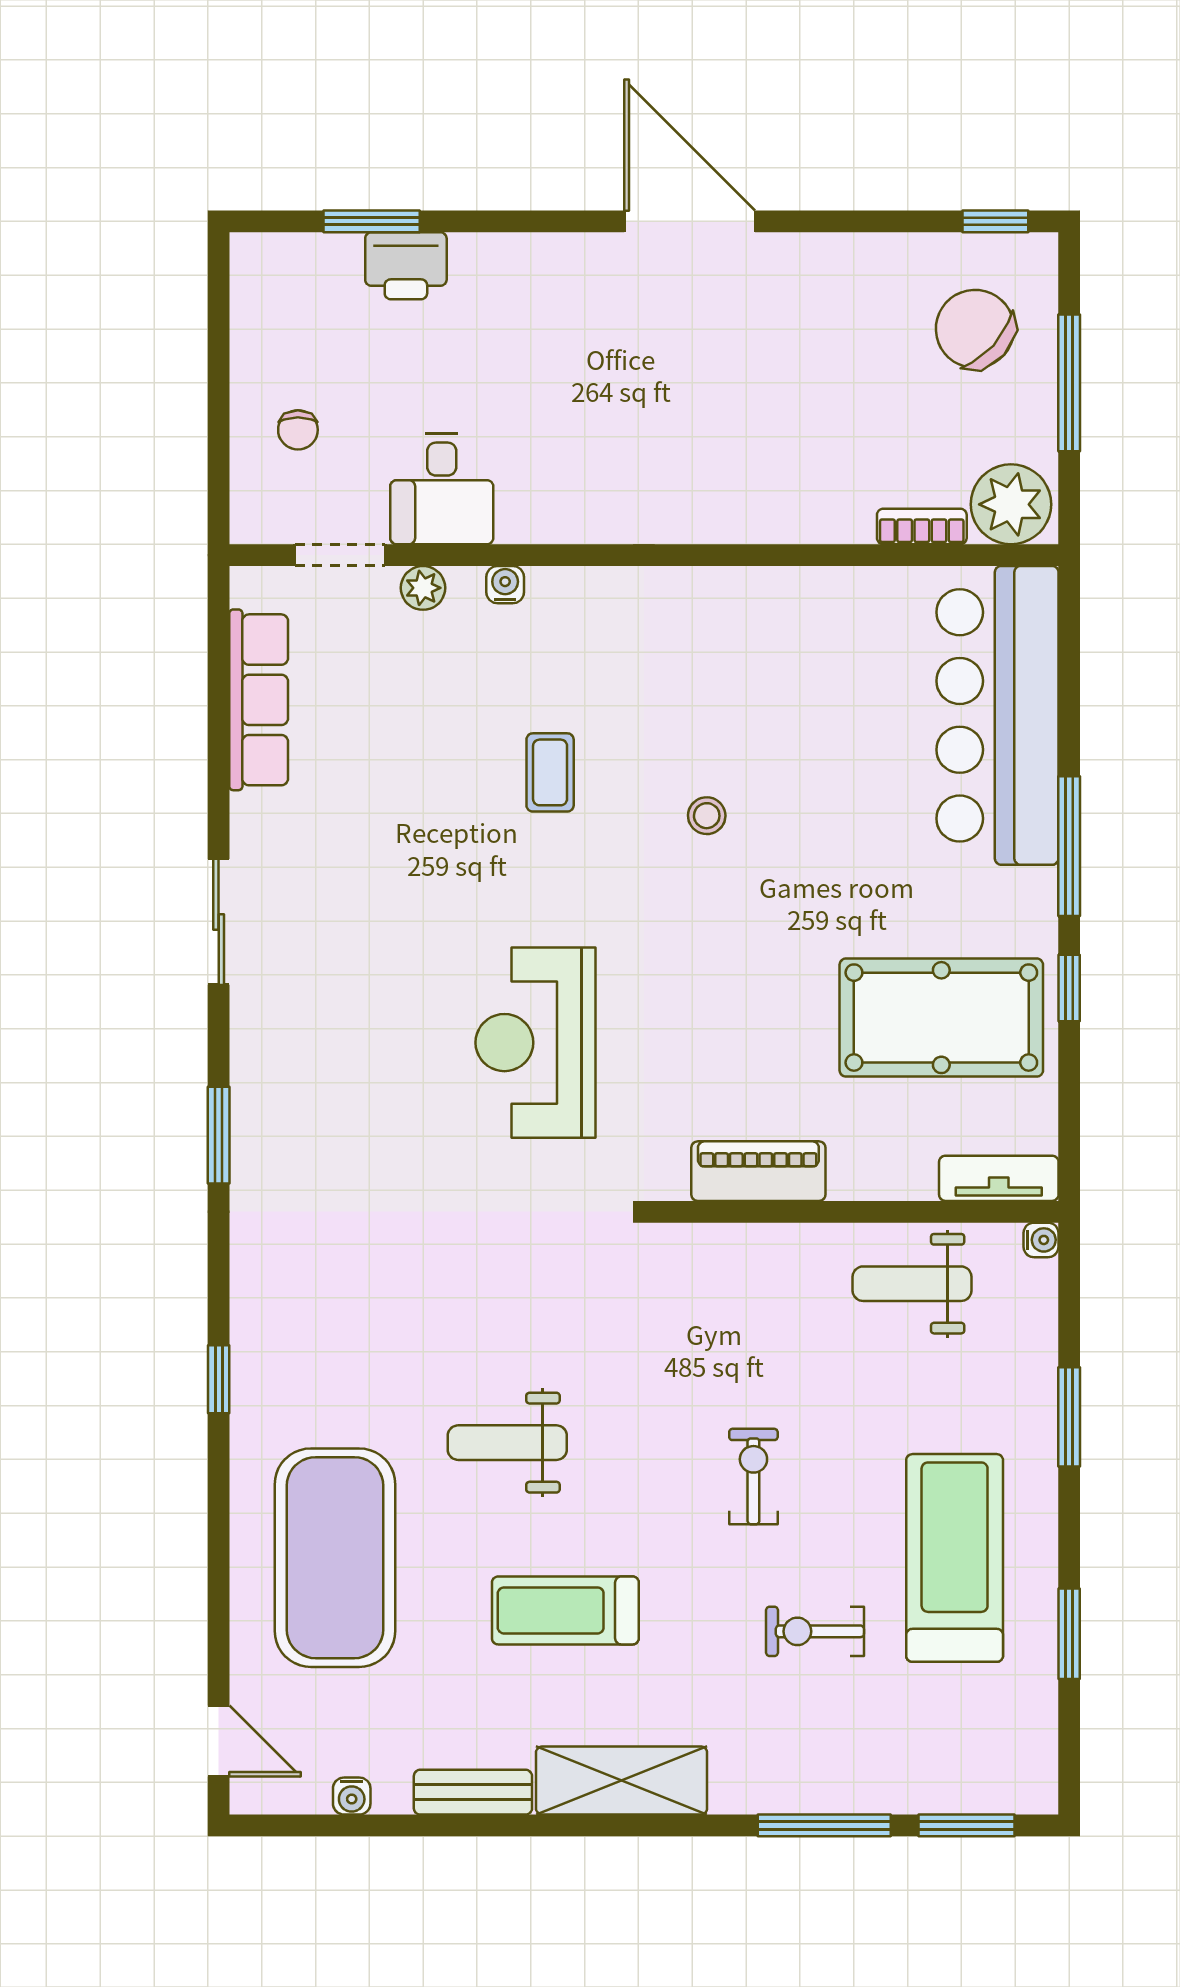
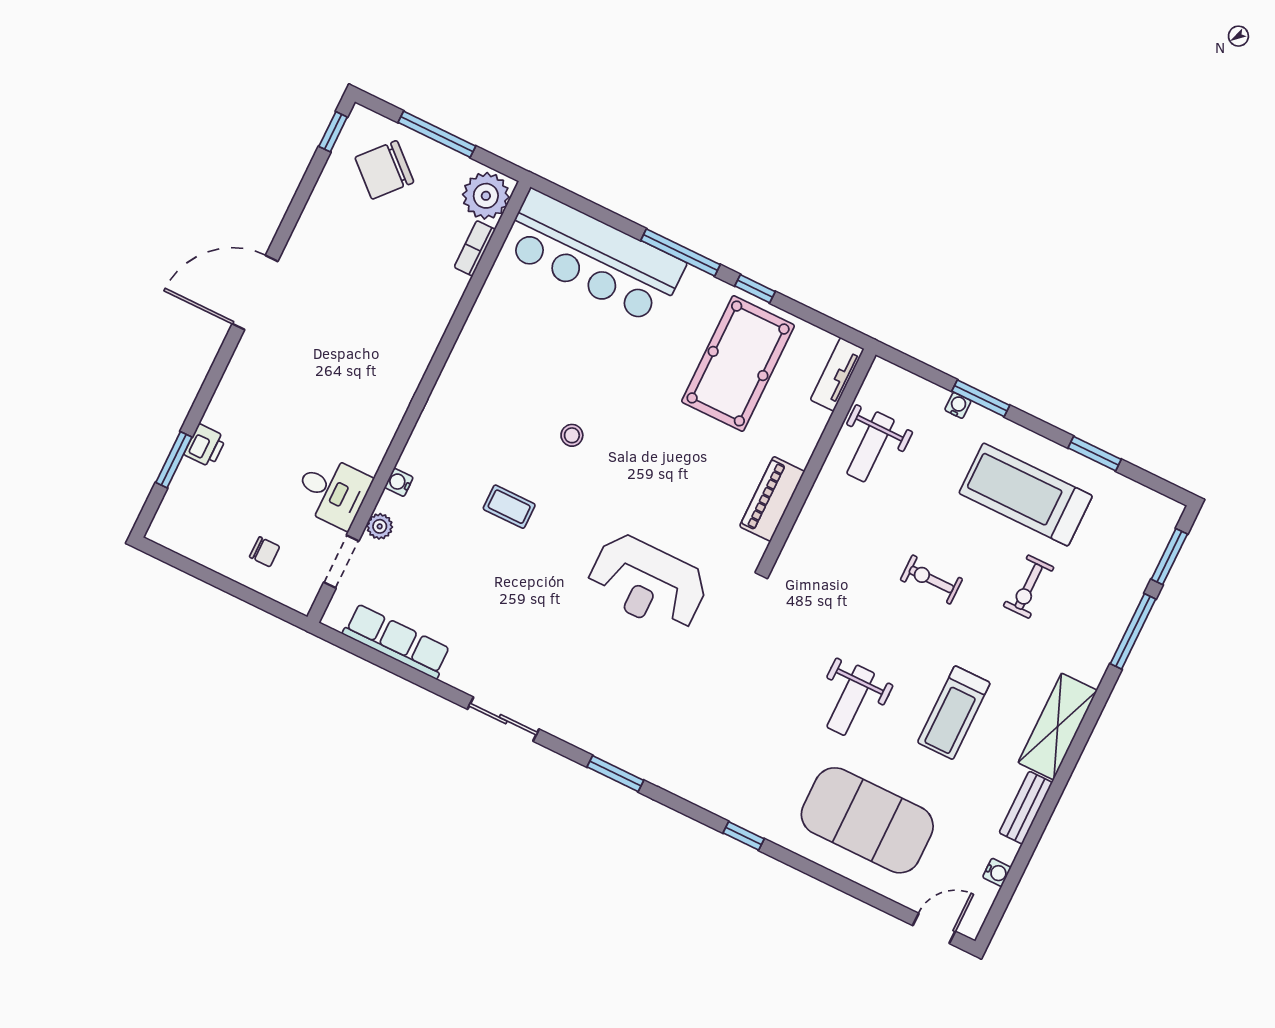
printer: (406, 266) -> (205, 446), width x0.73, depth x0.81
water cooler: (1041, 1240) -> (958, 405), moved

